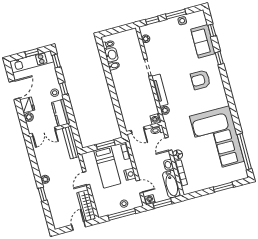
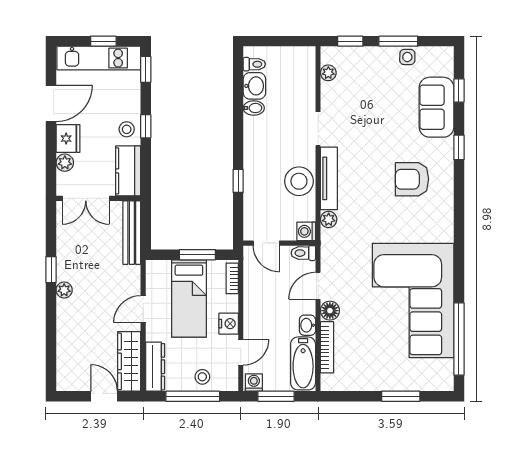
stool: (146, 96) -> (299, 181), added
window: (116, 103) -> (238, 181), added
door: (140, 187) -> (241, 352), hinge flipped
window: (42, 194) -> (51, 270), moved
dresser: (100, 205) -> (155, 367), added
door: (79, 226) -> (104, 396), hinge flipped

